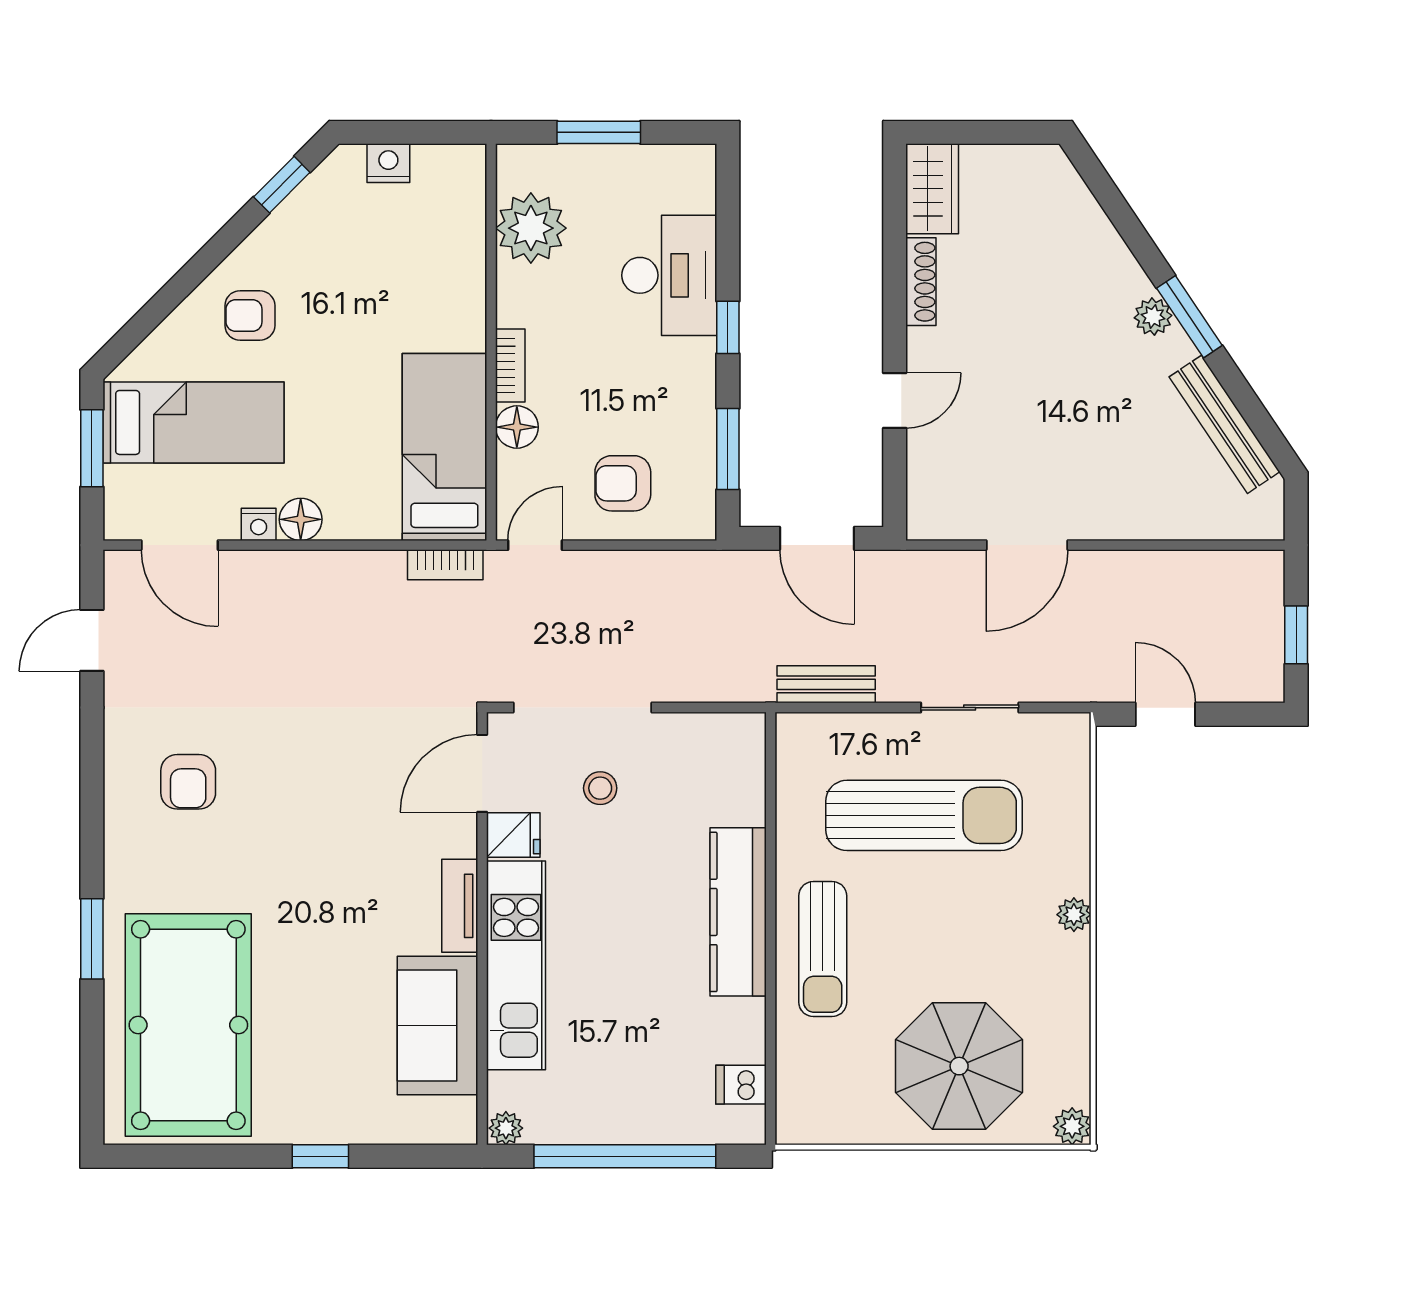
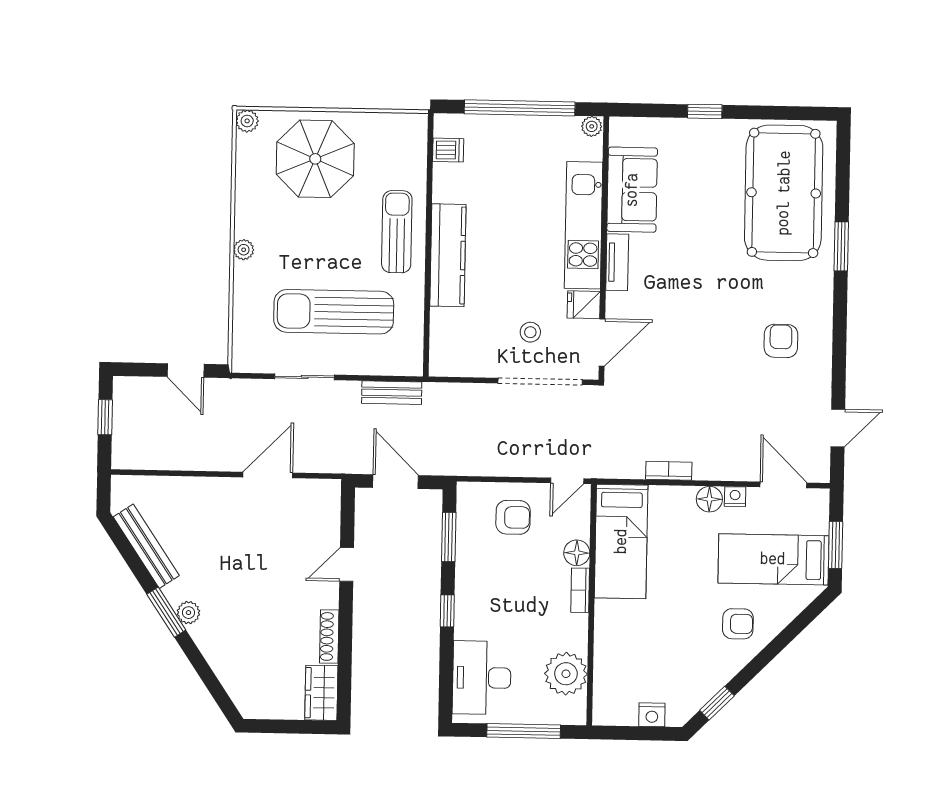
window: (599, 132) -> (524, 731), width x1.44
desk: (669, 275) -> (482, 678), moved
bookcase: (445, 565) -> (669, 471), moved

